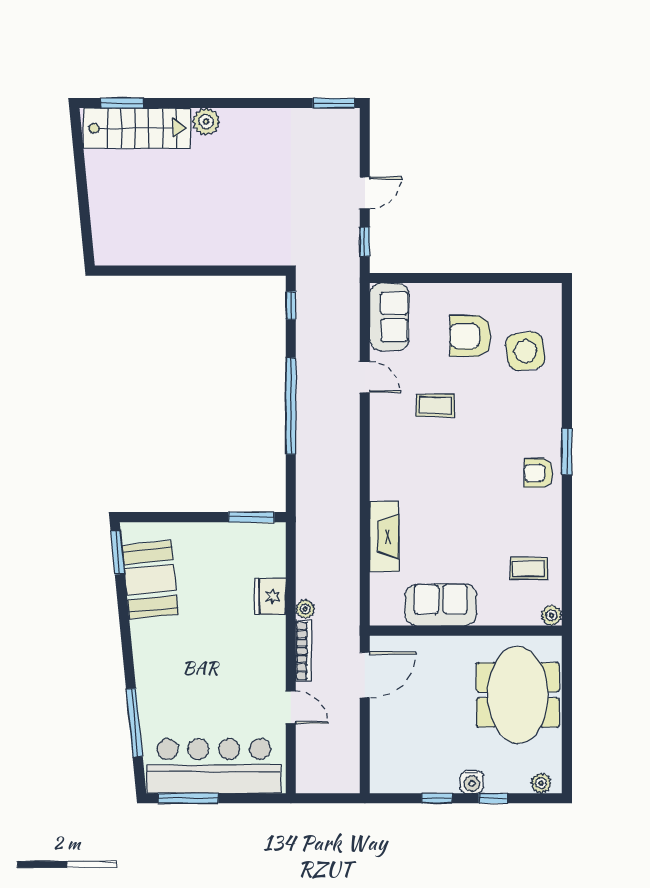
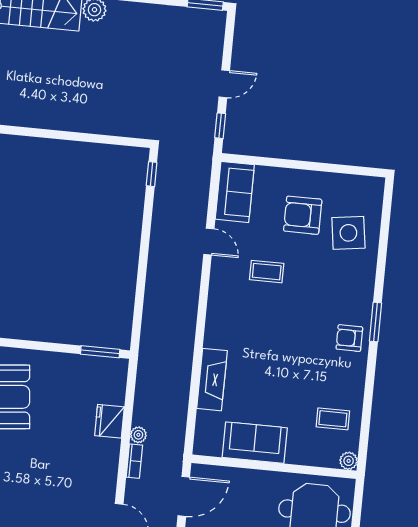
window: (291, 406) -> (143, 260), removed
bookcase: (304, 651) -> (134, 461), width x0.64

